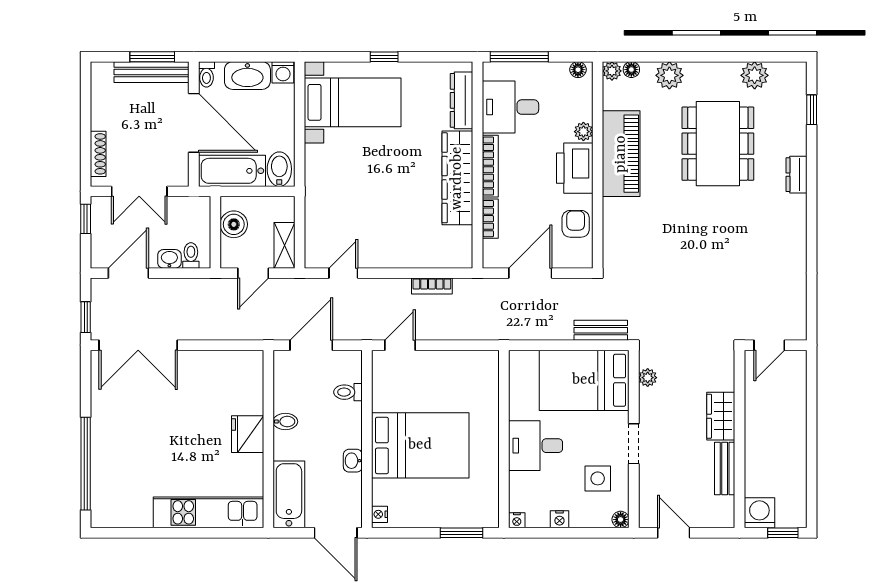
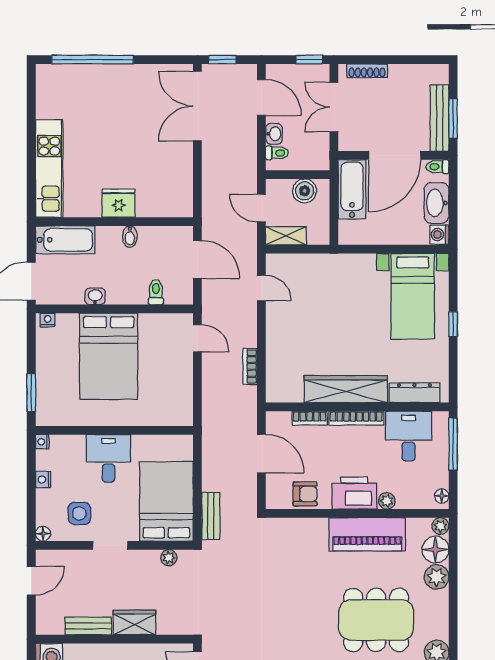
floor lamp: (631, 70) -> (435, 550), width x1.89, depth x1.89
bidet: (279, 169) -> (353, 231), removed

